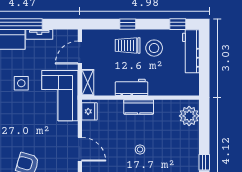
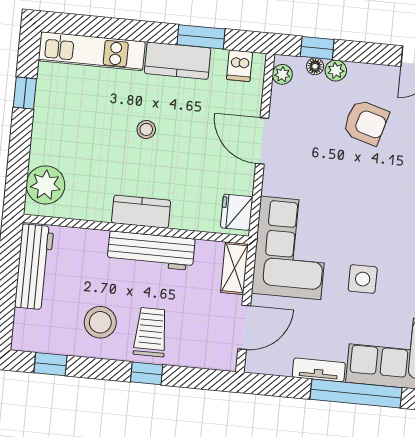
trolley: (128, 45) -> (151, 332), turned -90
workbench: (191, 51) -> (34, 267), moved
workbench: (132, 87) -> (151, 251), width x1.38

